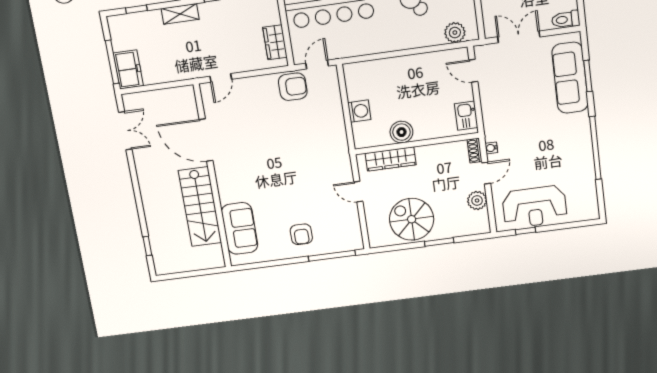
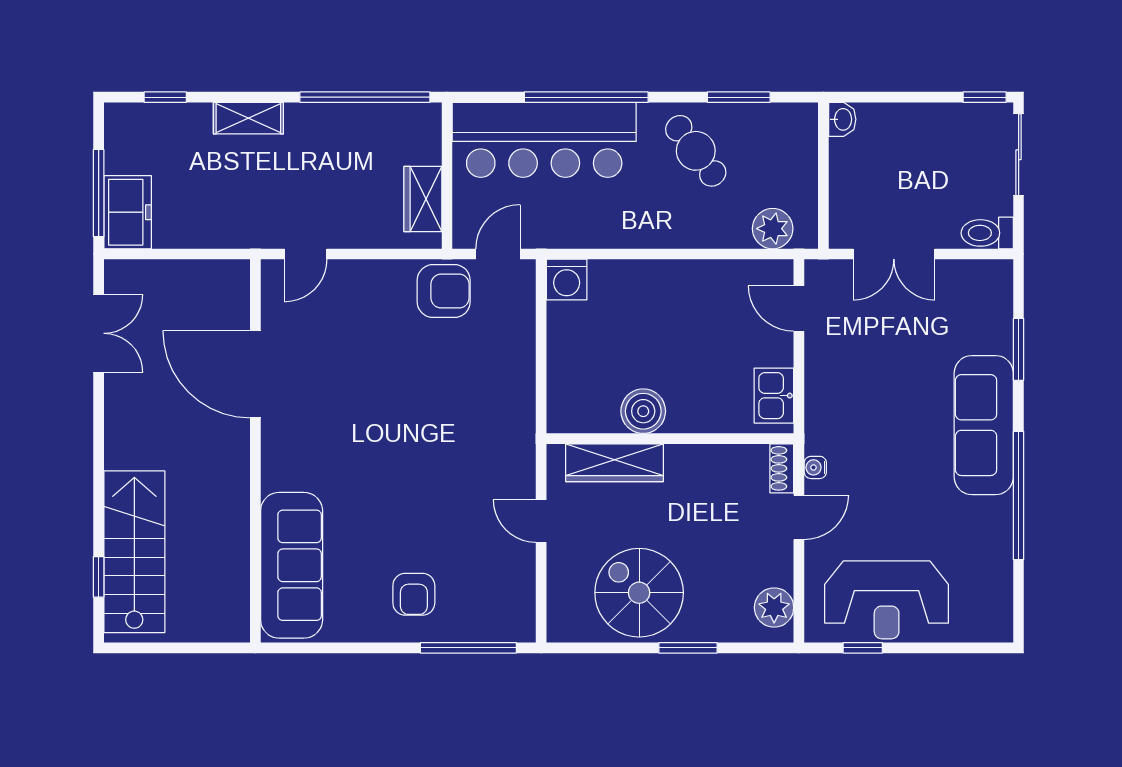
double door: (519, 37) -> (894, 254), swing flipped
sofa: (570, 78) -> (984, 425), moved
washing machine: (359, 111) -> (567, 280), moved, turned 90
plant: (477, 200) -> (774, 607), moved
stairs: (200, 207) -> (134, 552), moved, turned 180
sofa: (240, 228) -> (292, 565), width x1.36

